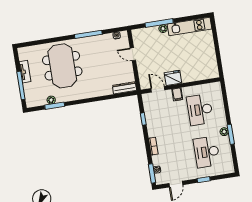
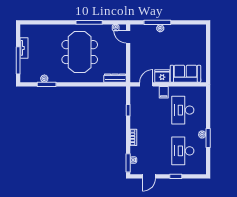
kitchen unit: (189, 26) -> (185, 30), removed
door: (133, 54) -> (128, 37), moved
meeting table: (62, 66) -> (80, 52), moved
sofa: (197, 72) -> (185, 74), added
door: (158, 89) -> (146, 84), hinge flipped

